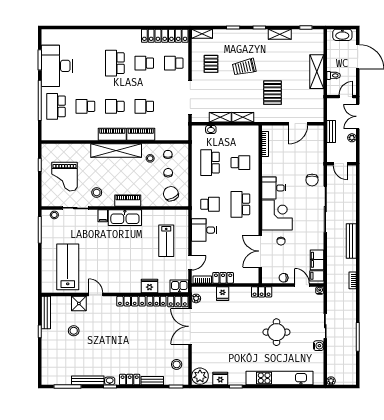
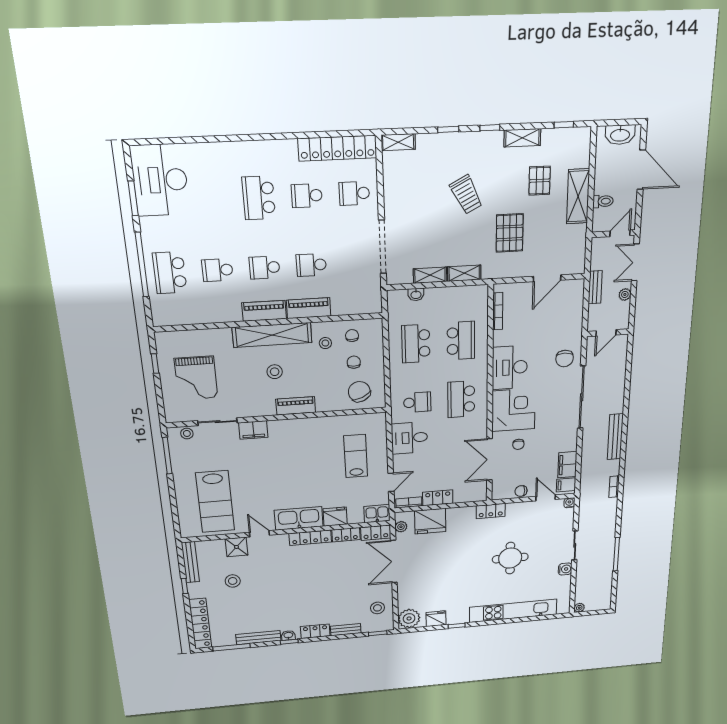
pallet: (211, 64) -> (540, 181), moved
desk: (57, 66) -> (160, 180), moved
trolley: (244, 67) -> (466, 195), turned -104
school desk: (240, 163) -> (461, 341), width x1.85
door: (340, 164) -> (606, 333), hinge flipped
desk: (274, 188) -> (510, 367), width x1.37
stool: (97, 192) -> (275, 372), moved
filing cabinet: (103, 216) -> (253, 430), width x2.00
kitchen sink: (125, 218) -> (299, 518), moved, turned 180
lab bench: (166, 241) -> (356, 456), turned 180
lab bench: (68, 267) -> (215, 502), turned 180
fridge: (223, 294) -> (430, 521), width x1.88, depth x1.34
locker: (47, 364) -> (200, 624), added

